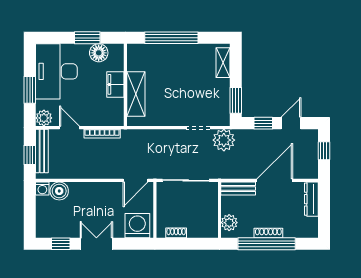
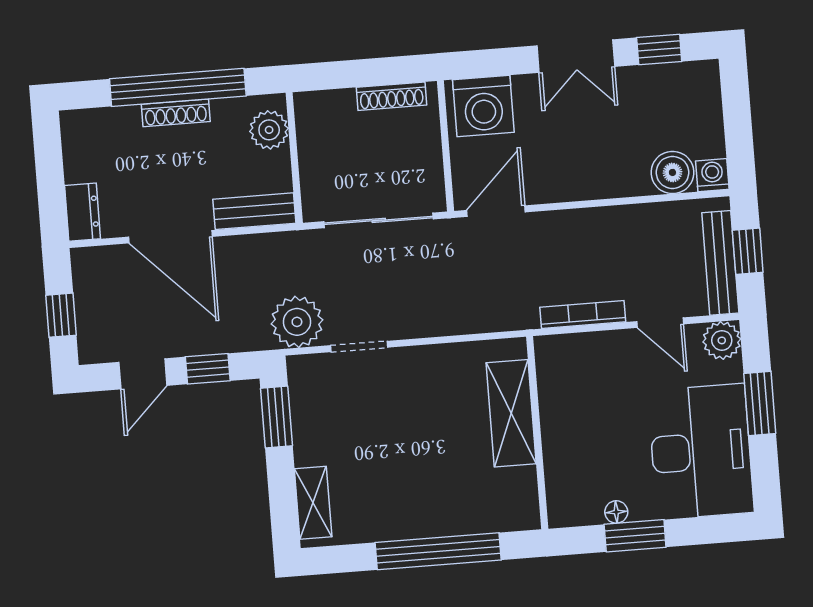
floor lamp: (99, 53) -> (616, 512), width x0.53, depth x0.53
filing cabinet: (115, 84) -> (561, 432), removed
door: (275, 180) -> (170, 237), hinge flipped
dresser: (311, 199) -> (82, 212), width x0.70
shoe rack: (176, 233) -> (391, 96), width x1.43

